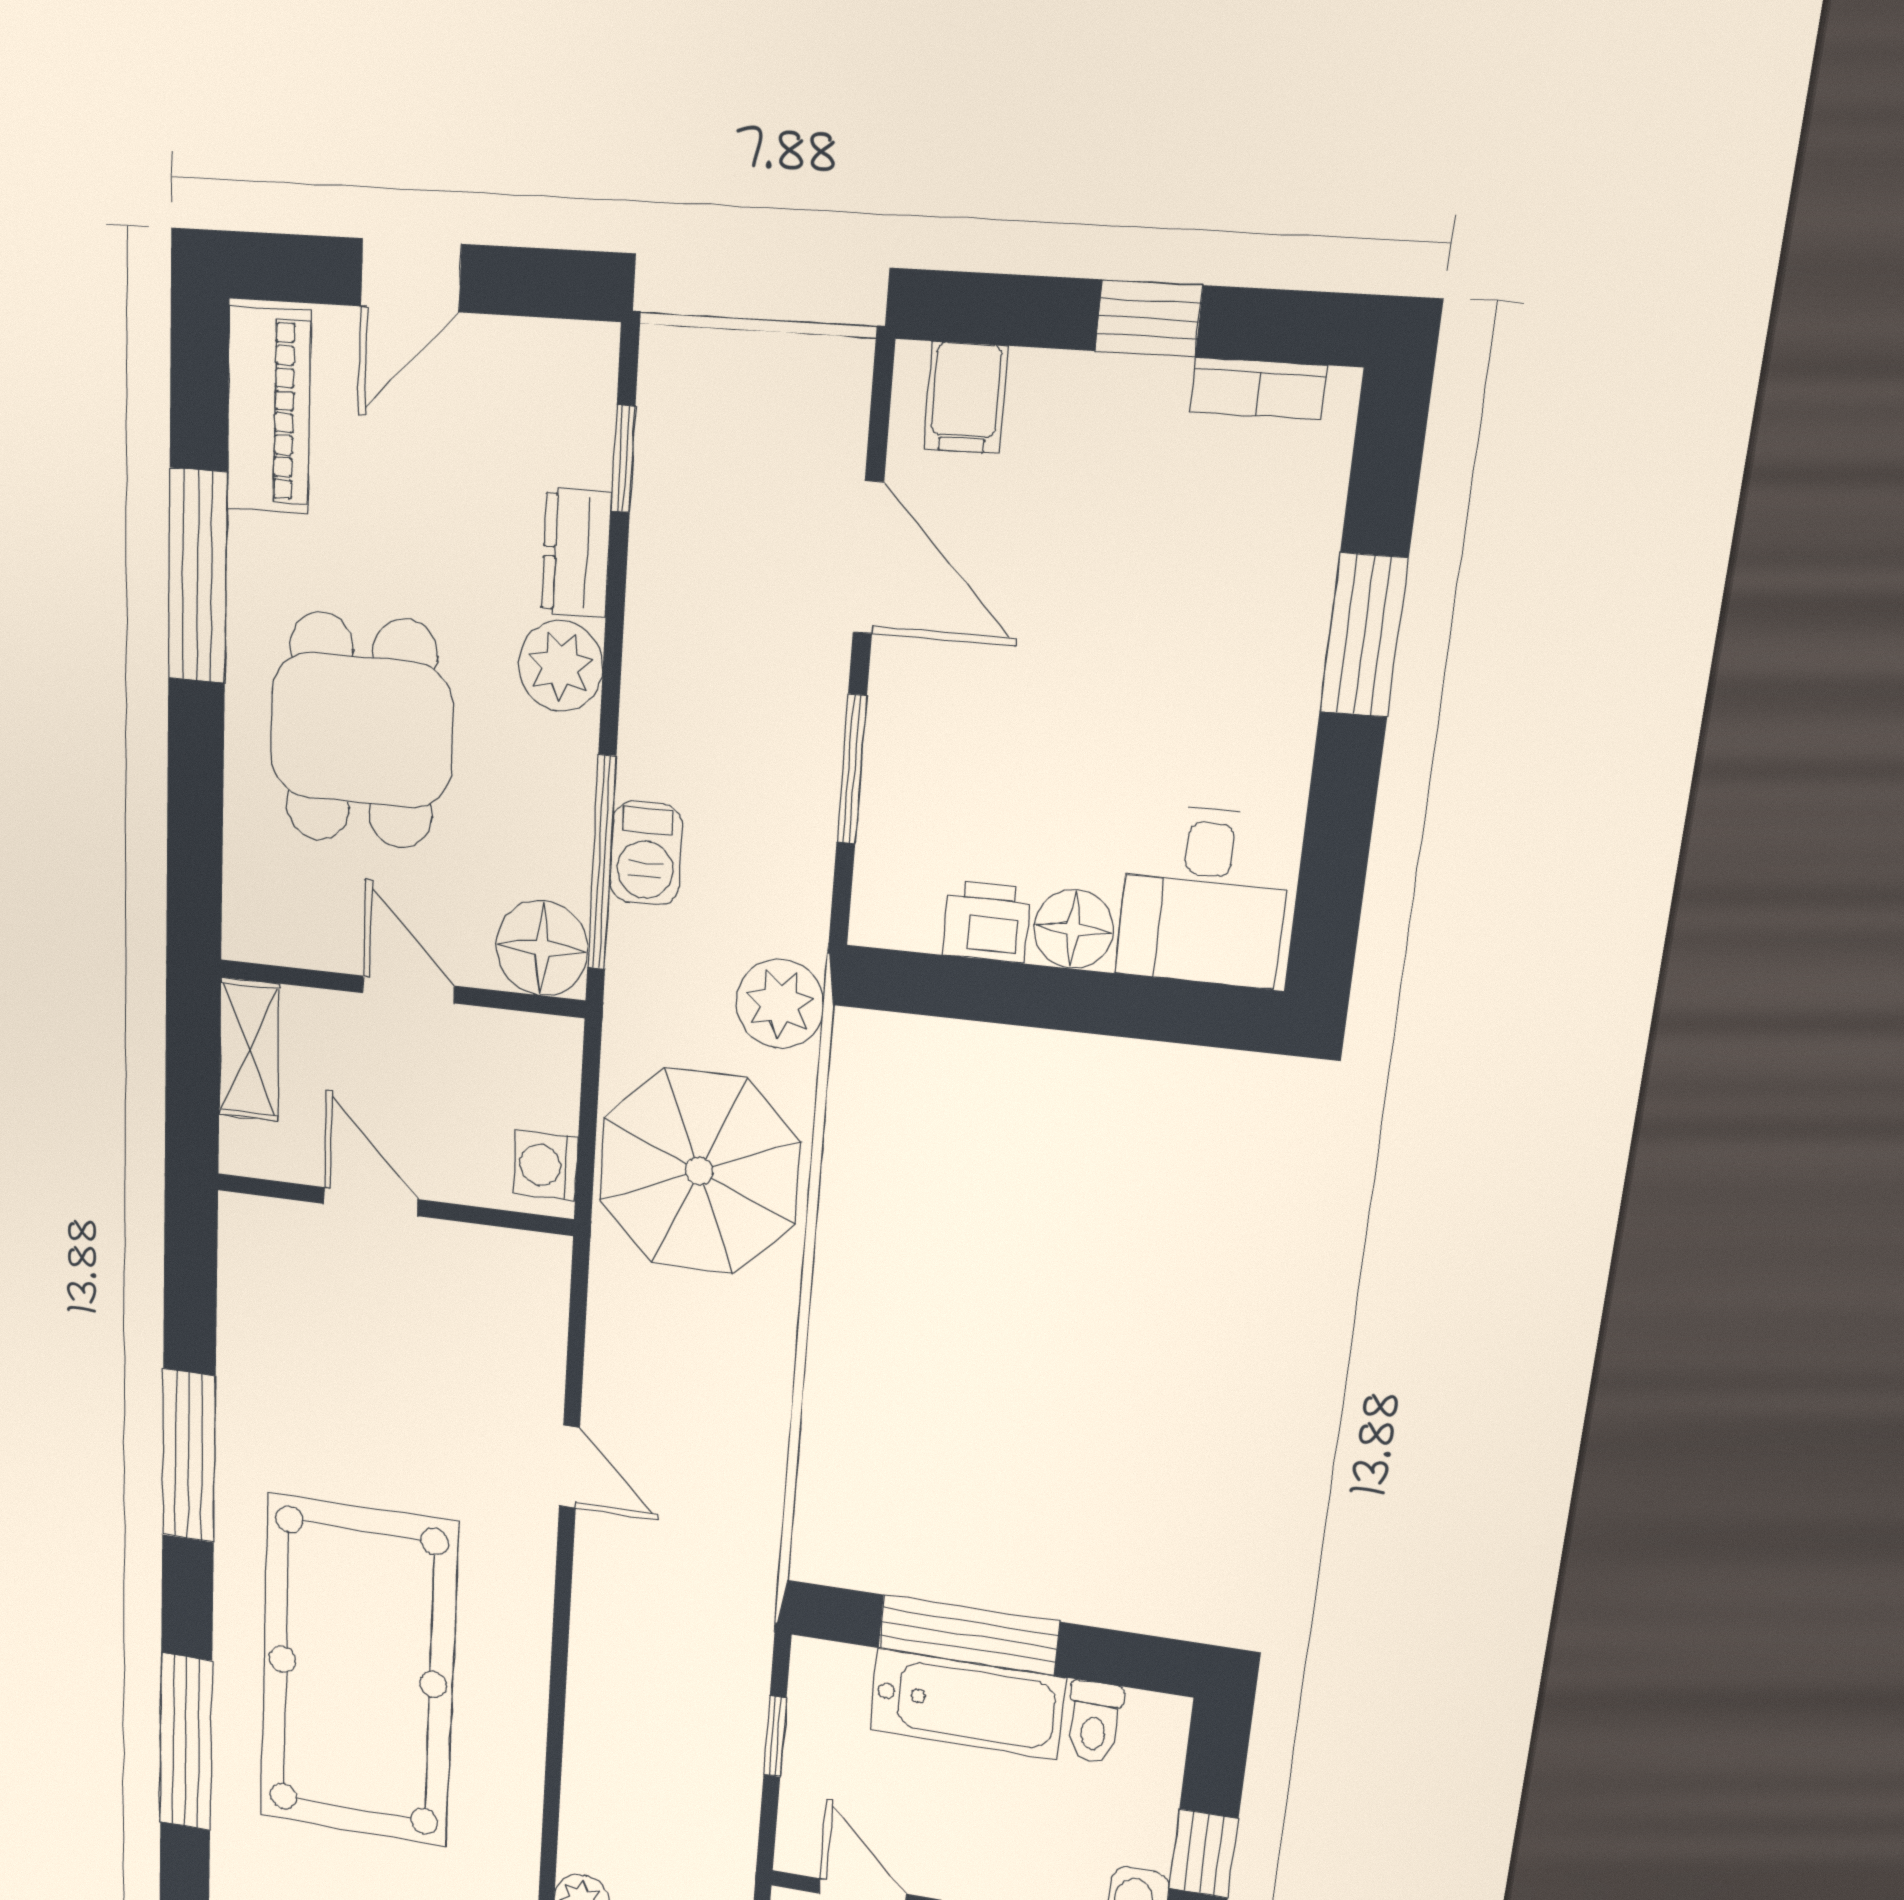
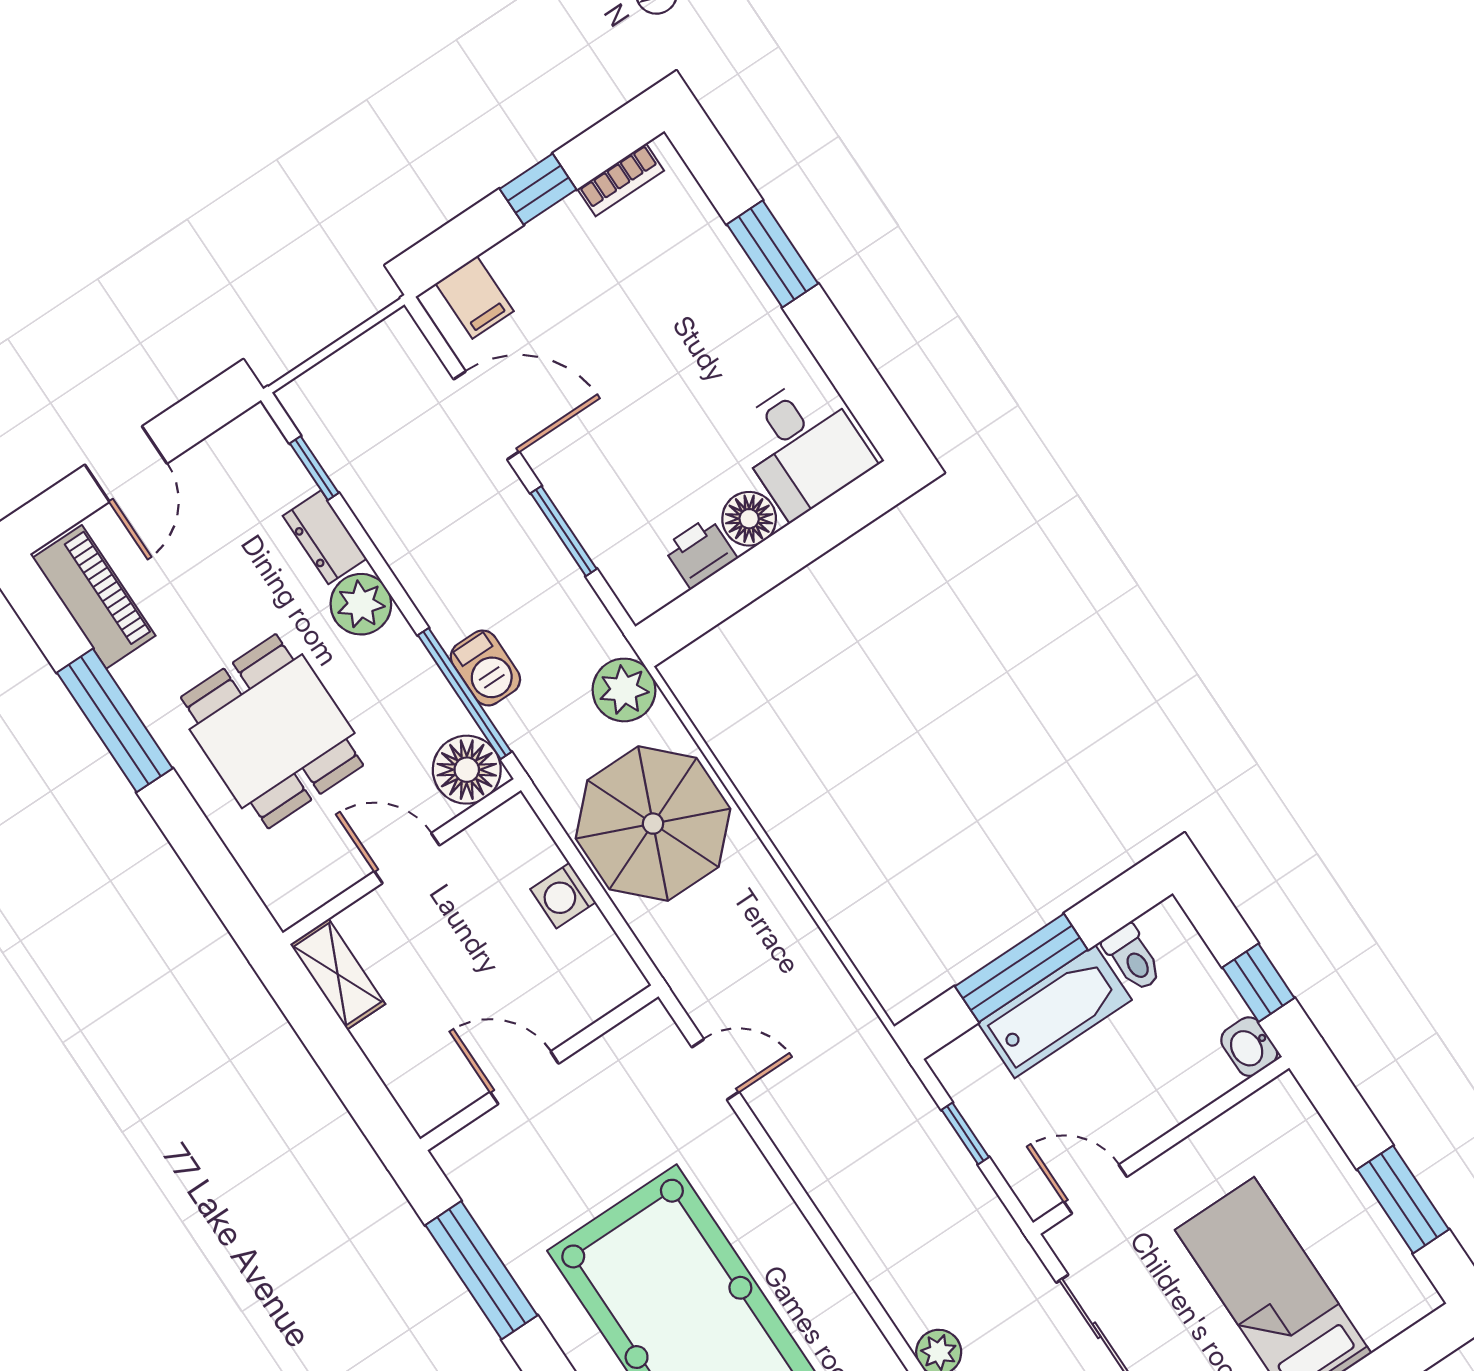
door: (371, 1201) -> (524, 1078), moved
wall: (394, 1204) -> (539, 1068), moved

